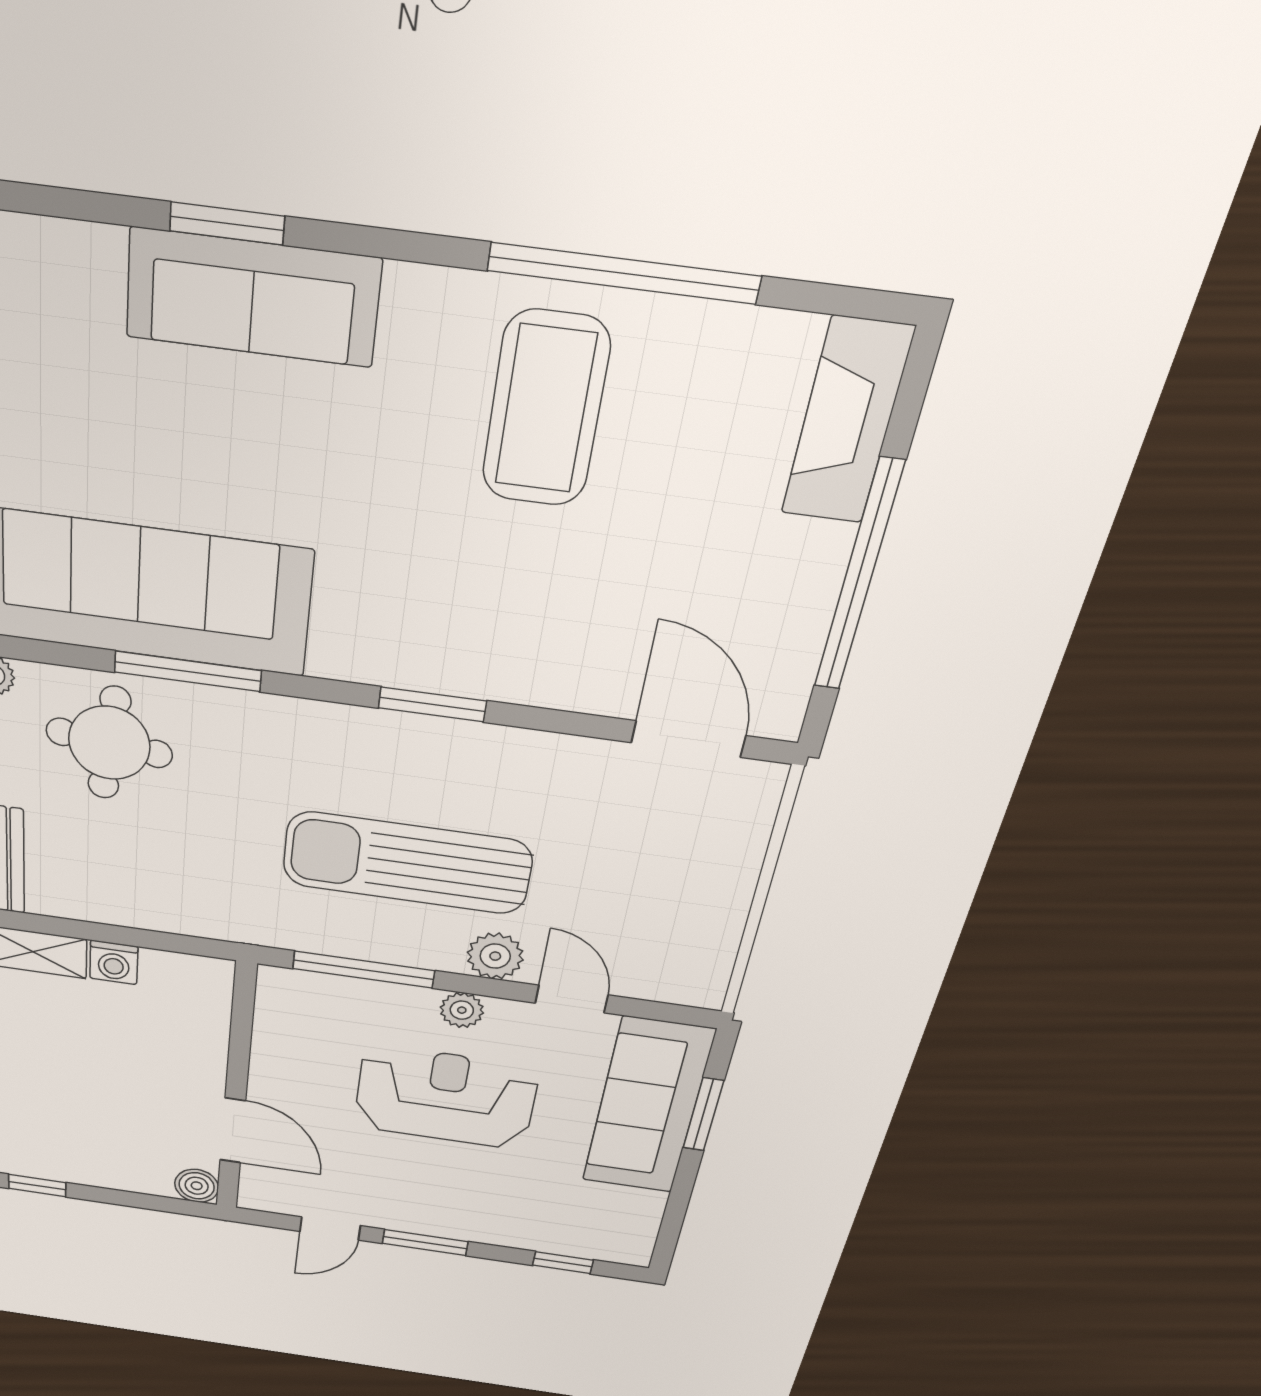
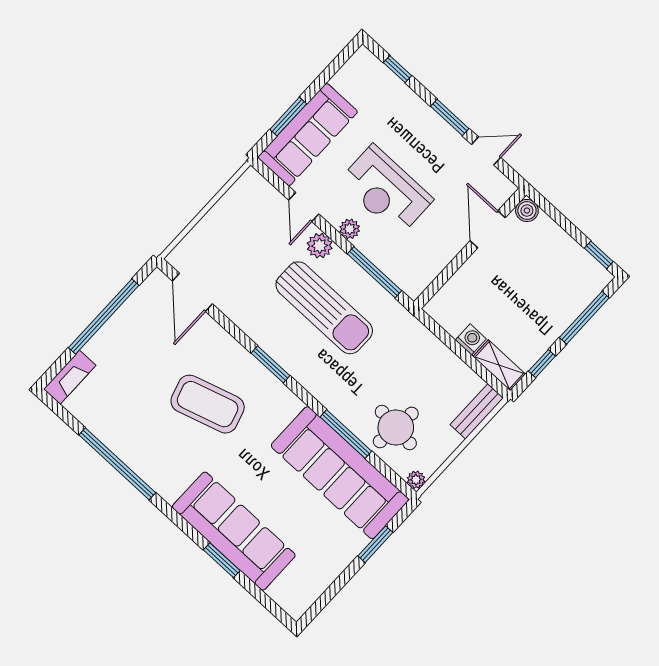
sofa: (252, 298) -> (234, 531), width x1.36, depth x1.27
coffee table: (545, 410) -> (208, 404), moved, turned 73
fireplace: (847, 422) -> (70, 377), width x0.73, depth x0.76

